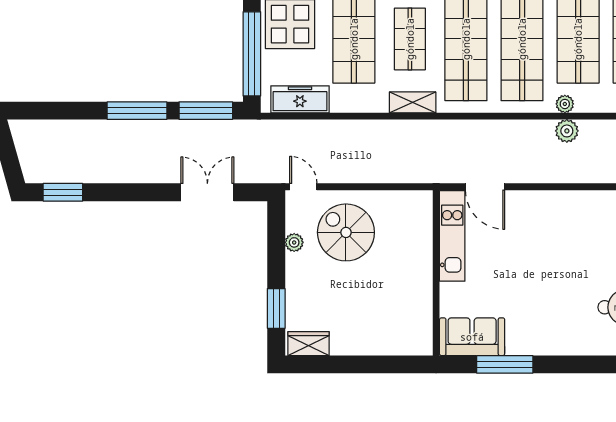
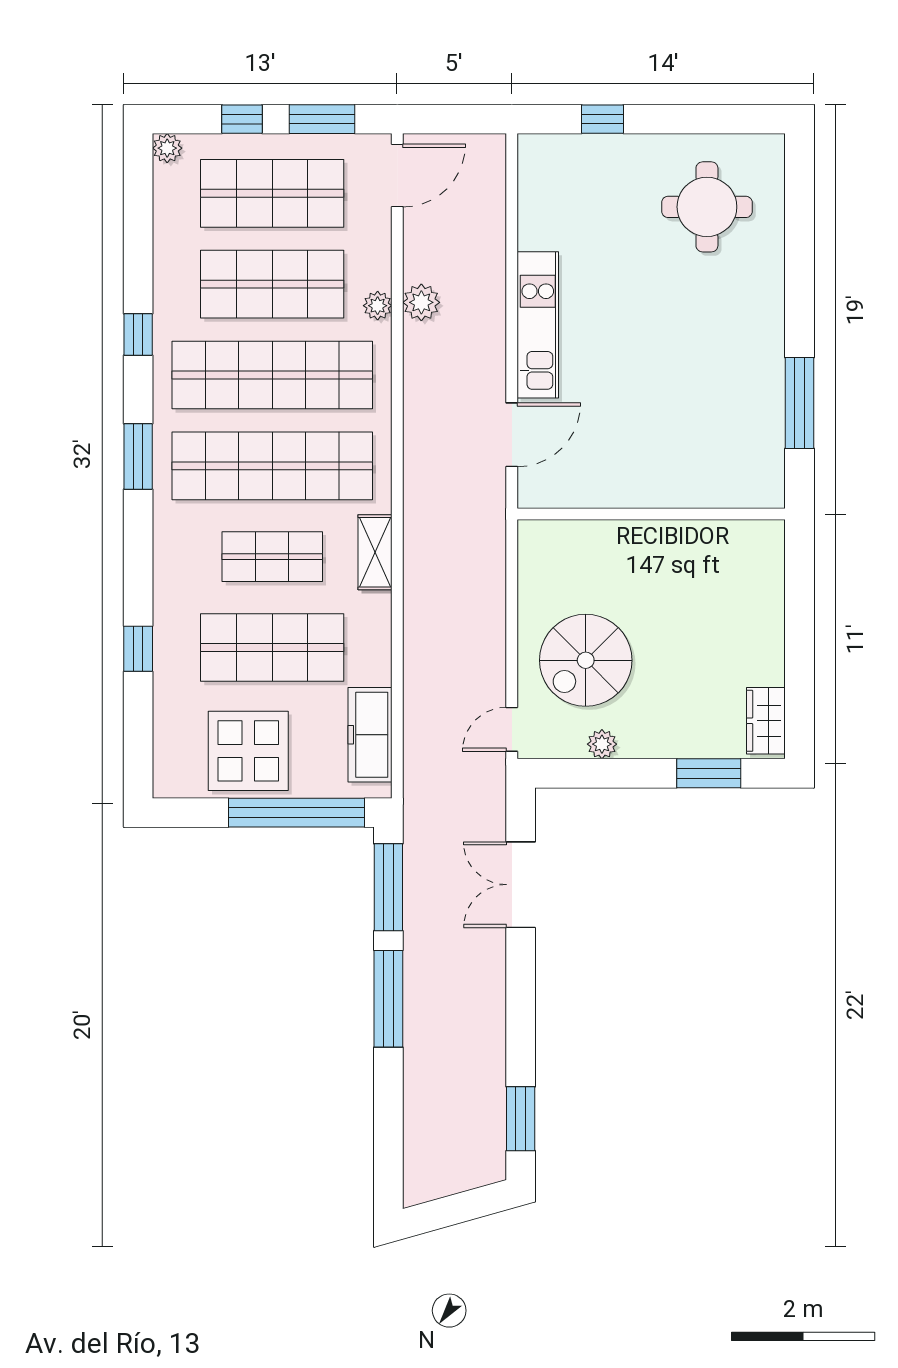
kitchen unit: (452, 236) -> (538, 325), moved, turned 90
sofa: (472, 337) -> (755, 456), removed

